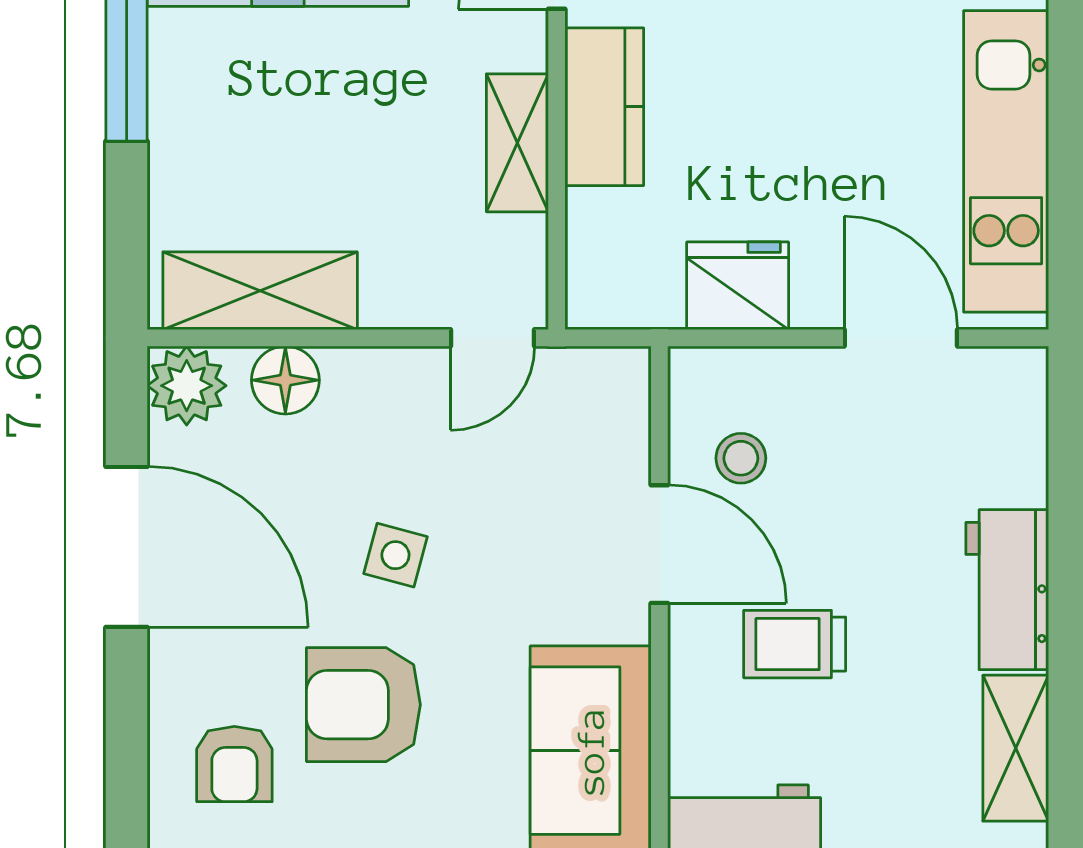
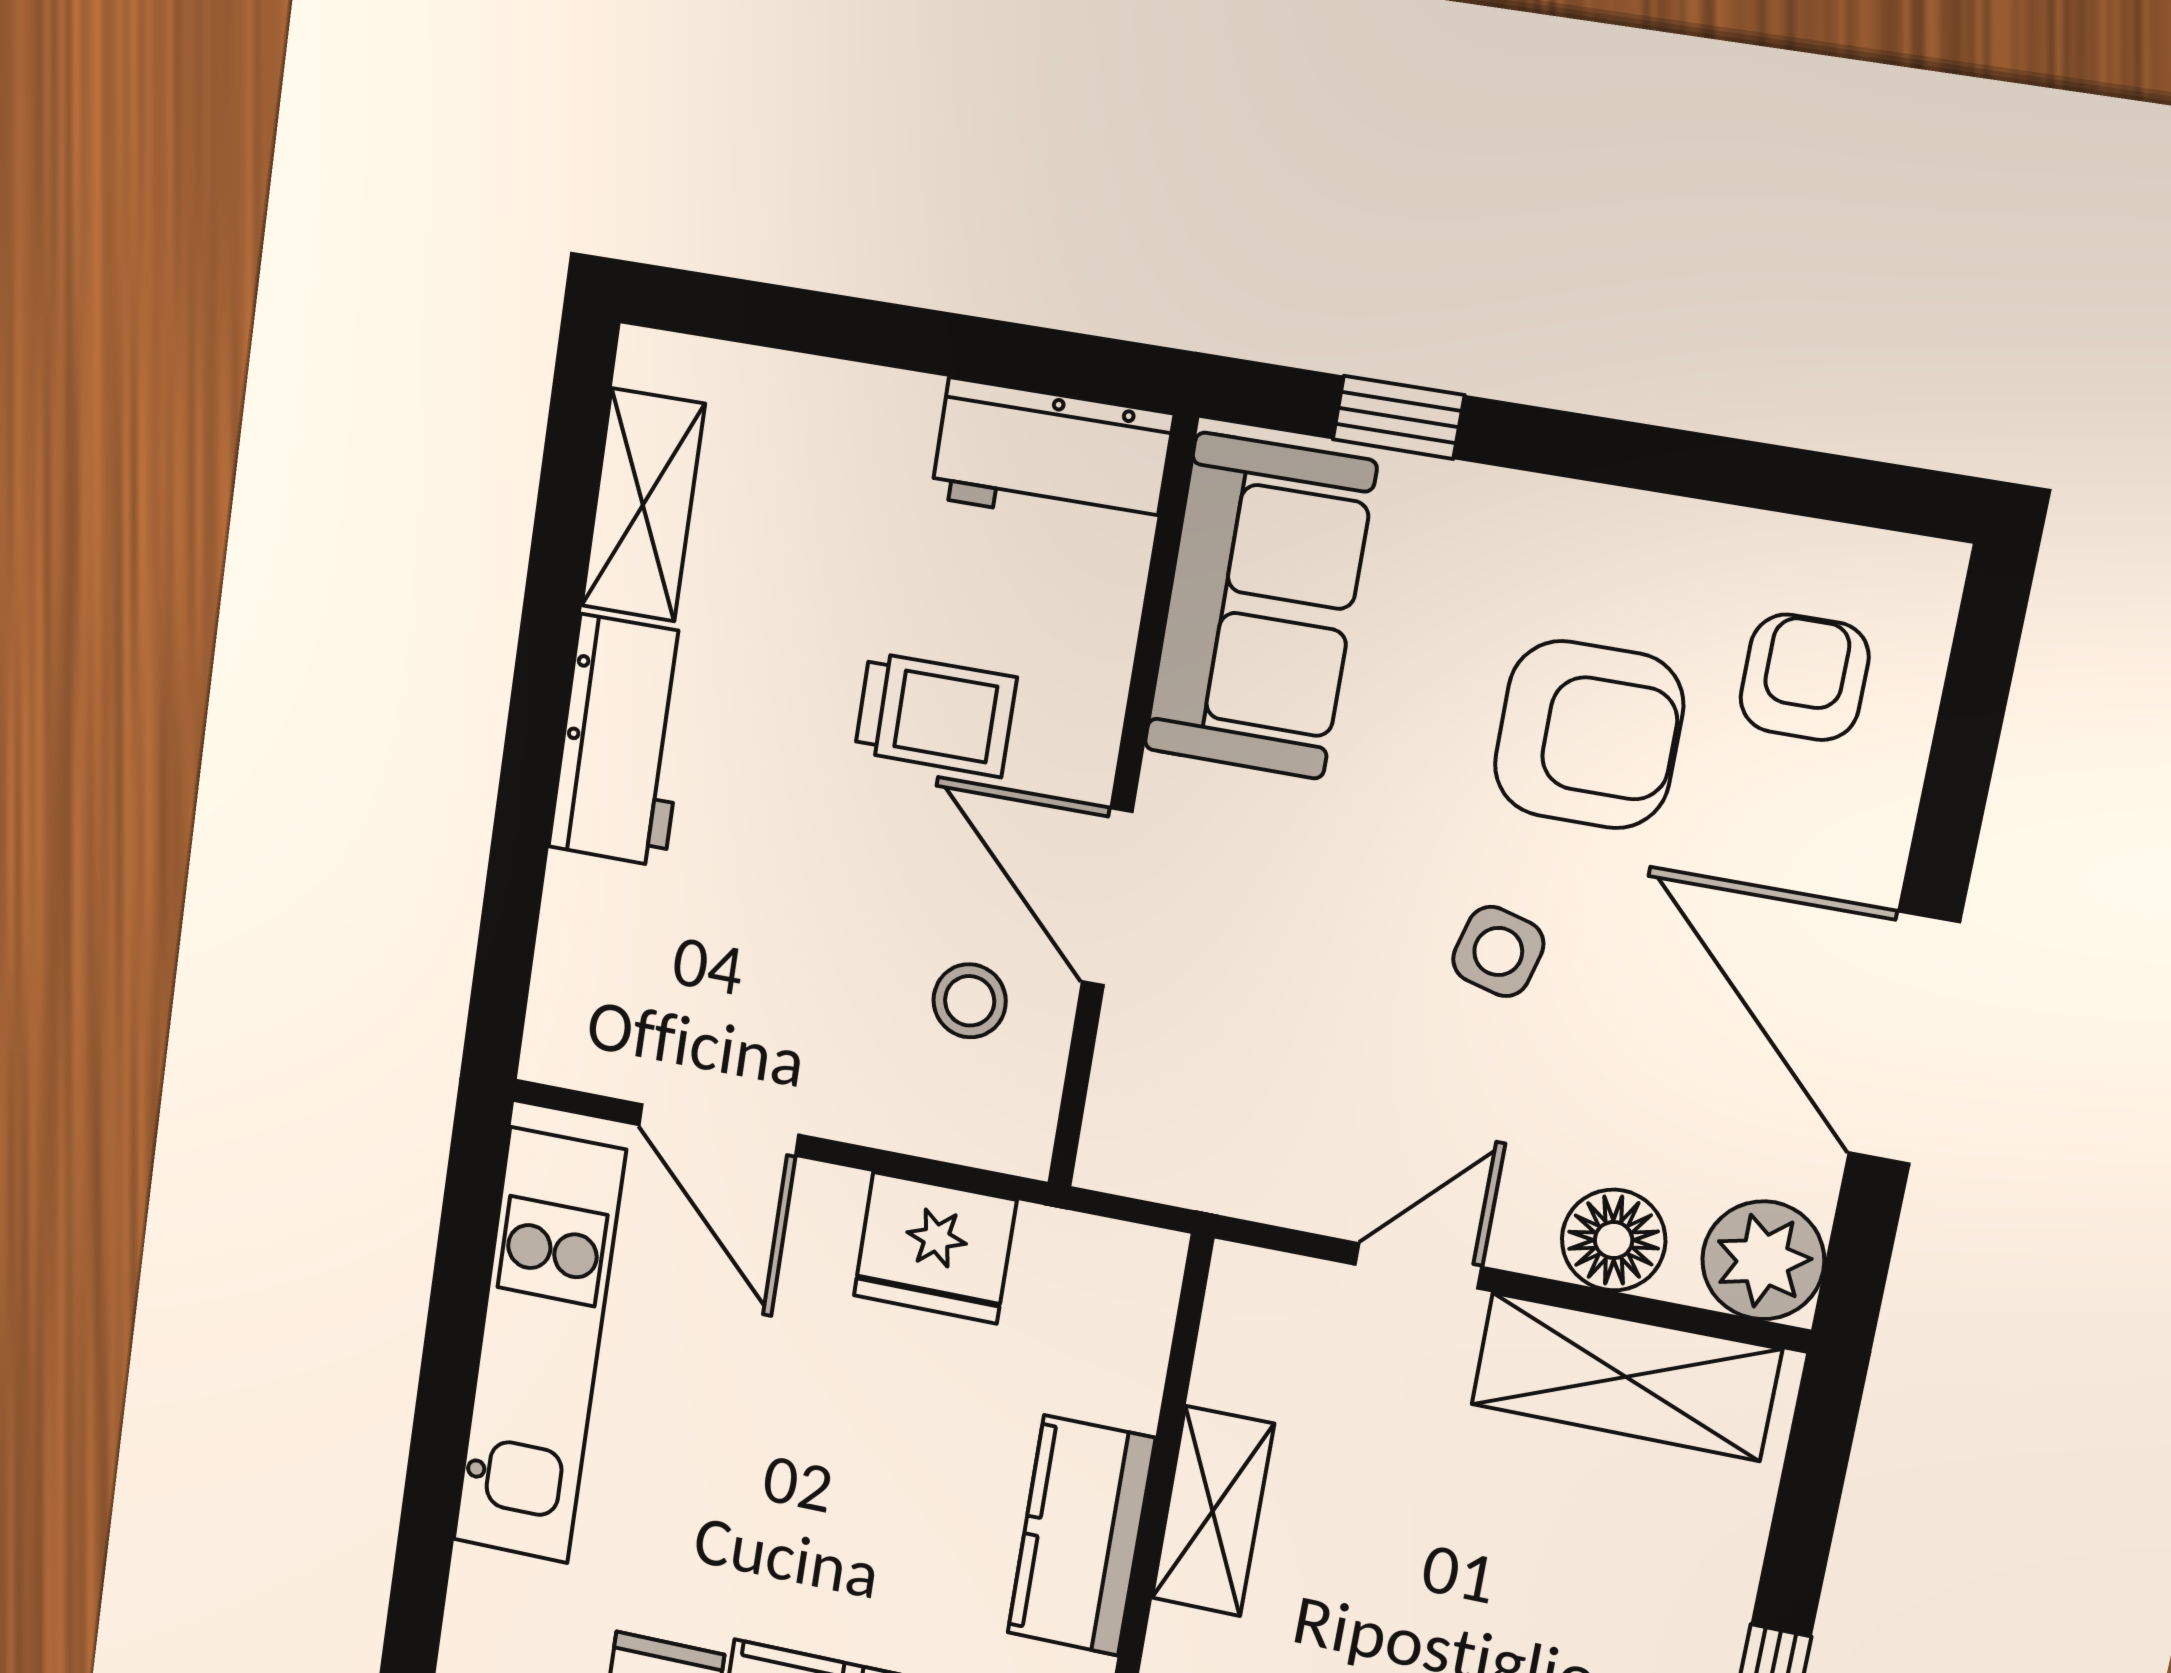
door: (493, 338) -> (1418, 1266), moved

